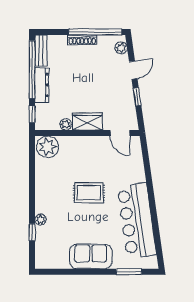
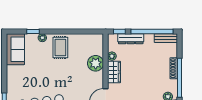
dresser: (42, 85) -> (131, 39), moved
plant: (47, 147) -> (96, 63), moved
rug: (89, 193) -> (60, 48), moved
sofa: (91, 256) -> (15, 49), moved

